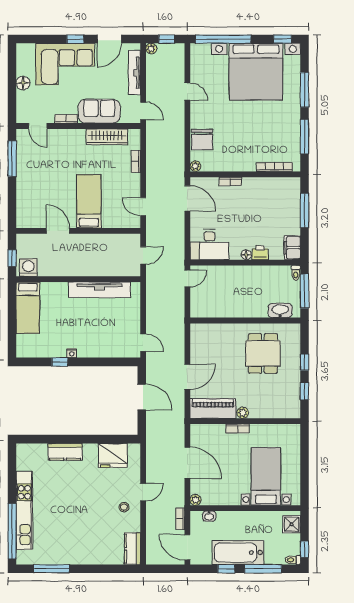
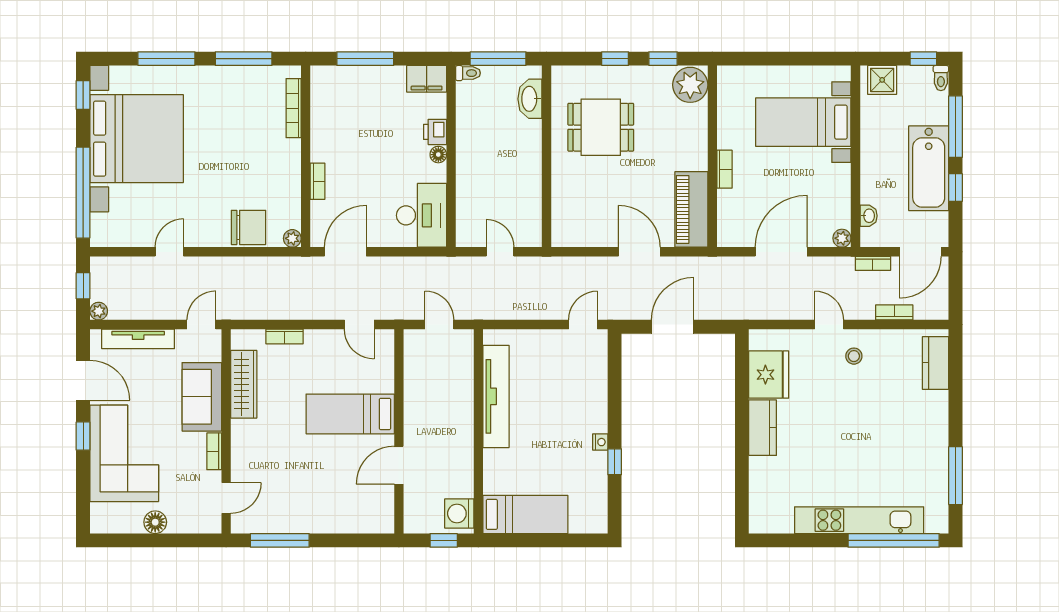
door: (143, 207) -> (359, 324), hinge flipped
door: (187, 278) -> (500, 252), moved
plant: (243, 413) -> (690, 85), moved, width x1.88, depth x1.88
kitchen counter: (65, 452) -> (763, 428), moved
bookcase: (150, 532) -> (894, 312), added
kitchen counter: (132, 549) -> (935, 363), moved, turned 90

